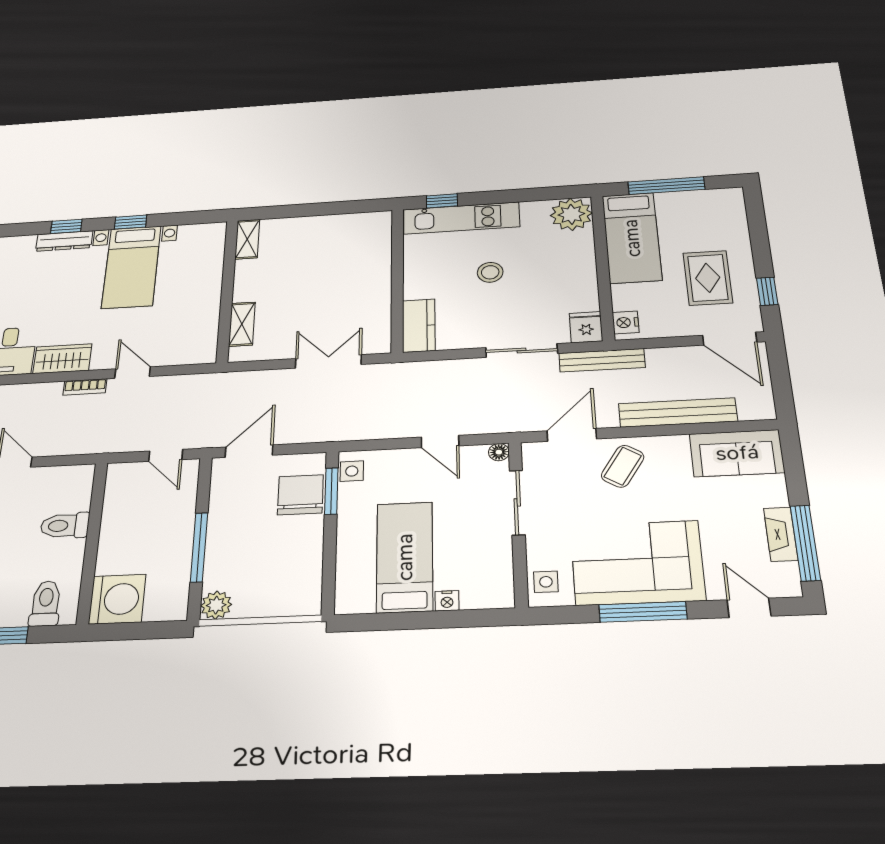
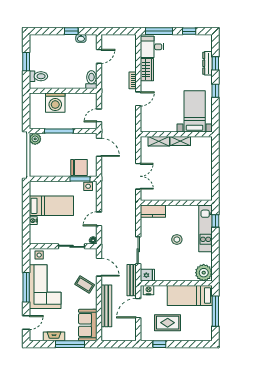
shelving: (247, 239) -> (180, 141), moved
bed with nightstands: (131, 267) -> (195, 111), moved, turned 90
door: (730, 339) -> (138, 308), moved
toilet: (65, 526) -> (91, 80), moved
window: (805, 543) -> (70, 344), moved
washing machine: (117, 599) -> (55, 103), moved

